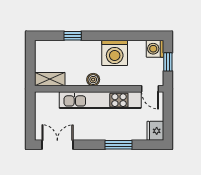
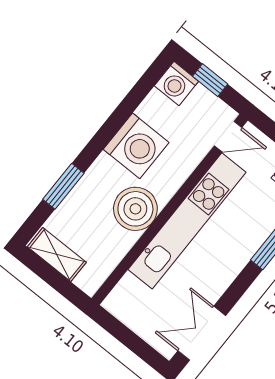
window: (73, 36) -> (63, 186), width x1.50
shelving: (50, 79) -> (57, 255), moved, turned 90
boiler: (93, 80) -> (135, 209), width x1.86, depth x1.86

